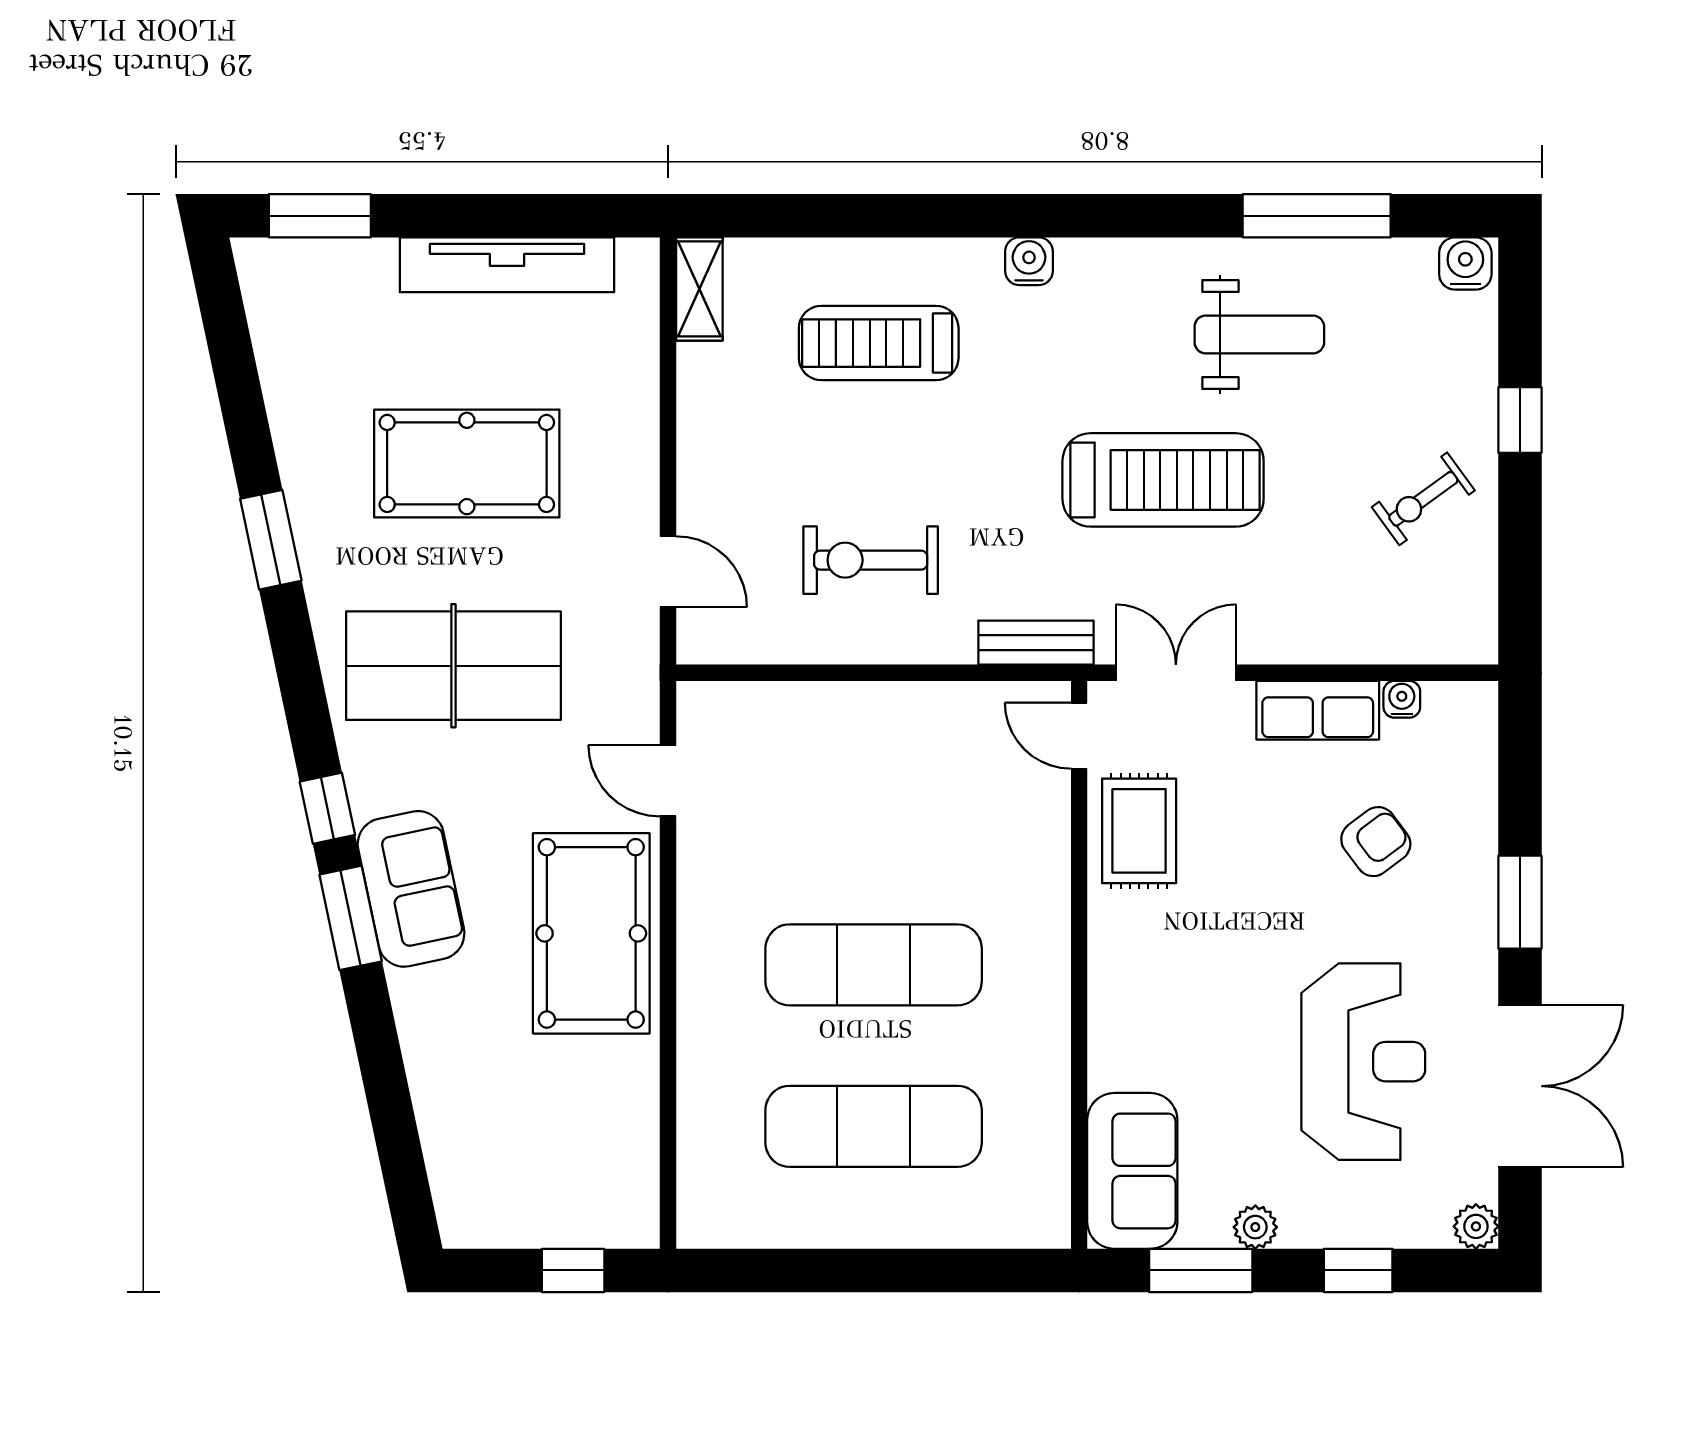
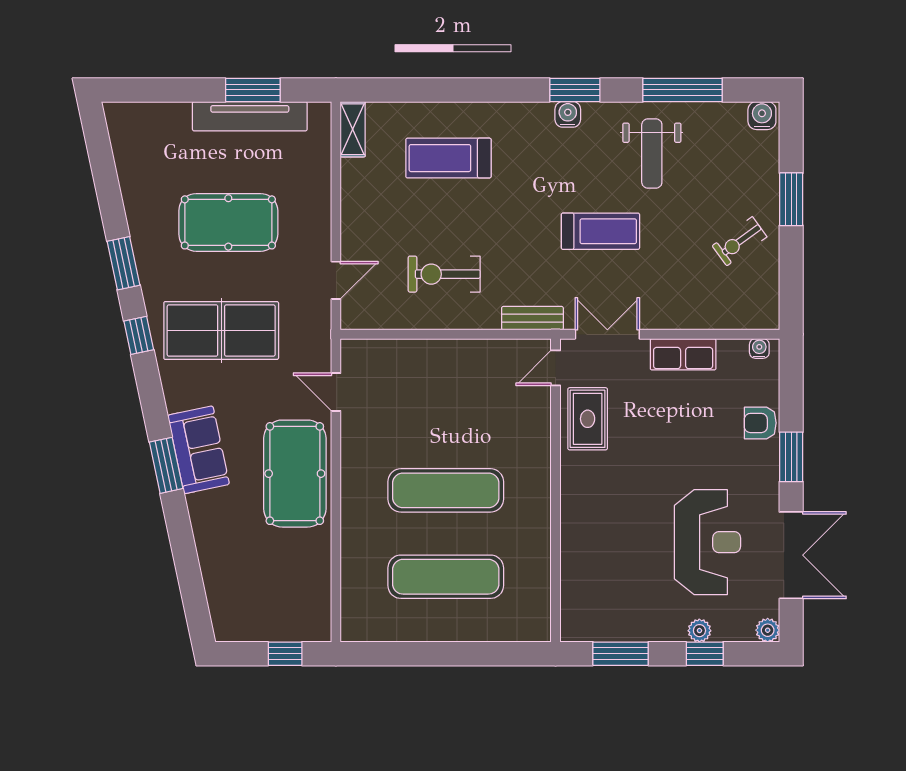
window: (320, 216) -> (253, 90), moved
window: (1115, 216) -> (575, 90), added
water cooler: (1029, 261) -> (568, 114), moved
weight bench: (1259, 334) -> (652, 153), turned 90
window: (1520, 420) -> (791, 199), width x1.50
treadmill: (1163, 480) -> (600, 231), width x0.73, depth x0.73
door: (668, 572) -> (336, 280), hinge flipped
water cooler: (1402, 699) -> (759, 348), moved
door: (1079, 736) -> (556, 368), hinge flipped
window: (327, 808) -> (139, 335), moved
armchair: (1376, 842) -> (760, 423), moved, turned -143
sofa: (1132, 1171) -> (584, 601), removed
plant: (1255, 1227) -> (699, 631), moved

